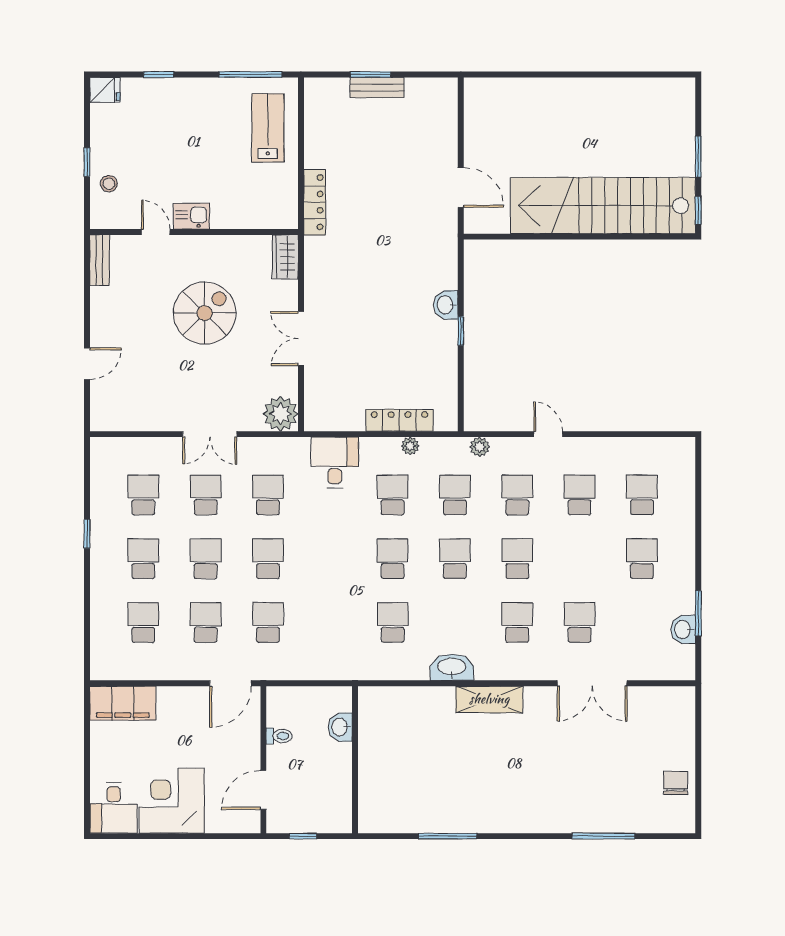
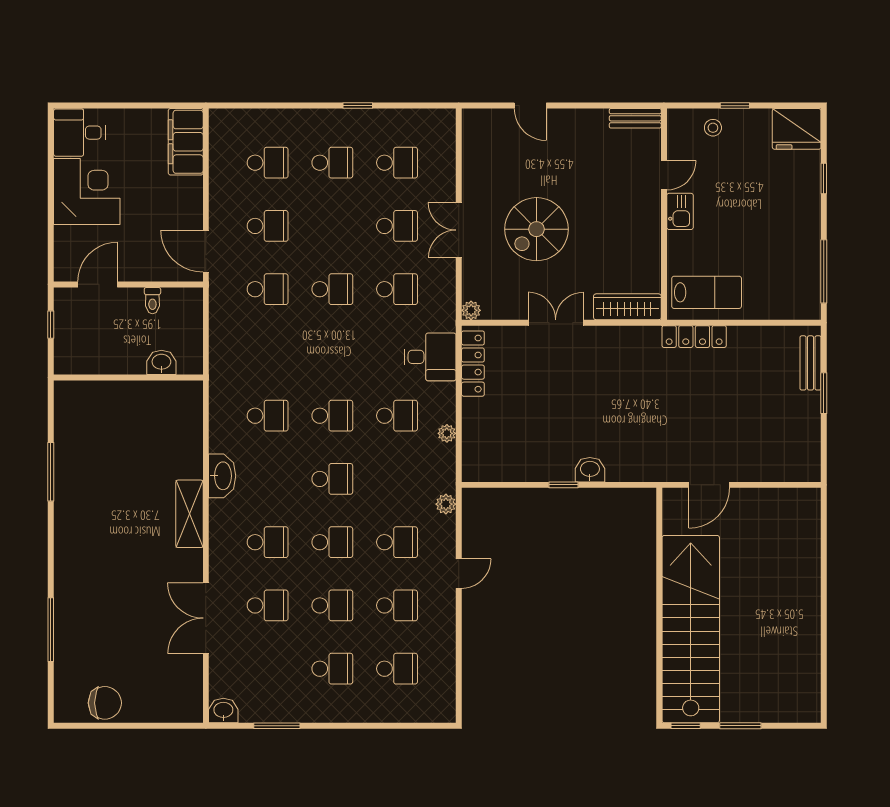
bench: (377, 88) -> (811, 363), moved
fridge: (105, 90) -> (797, 129), width x1.88, depth x1.34
lab bench: (268, 128) -> (707, 292), moved
wardrobe: (285, 257) -> (627, 307), width x1.50
spiral stairs: (205, 313) -> (536, 229), moved, turned 90
plant: (281, 414) -> (471, 310), width x0.53, depth x0.53
locker: (399, 420) -> (473, 364), moved
school desk: (455, 495) -> (332, 605), moved
school desk: (206, 559) -> (332, 226), removed
washbasin: (683, 629) -> (223, 711), moved
chair: (676, 783) -> (105, 703), width x1.37, depth x1.37
door: (263, 790) -> (98, 284), hinge flipped

